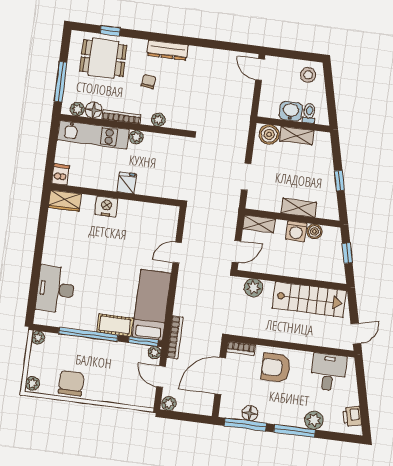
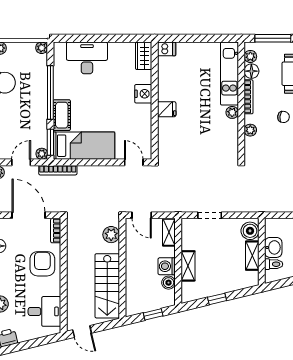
dishwasher: (60, 174) -> (167, 49), moved
fridge: (127, 183) -> (167, 109), moved
wall: (116, 195) -> (155, 101), moved
wardrobe: (65, 201) -> (144, 56), moved
nightstand: (106, 206) -> (143, 94), moved

